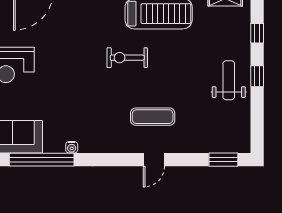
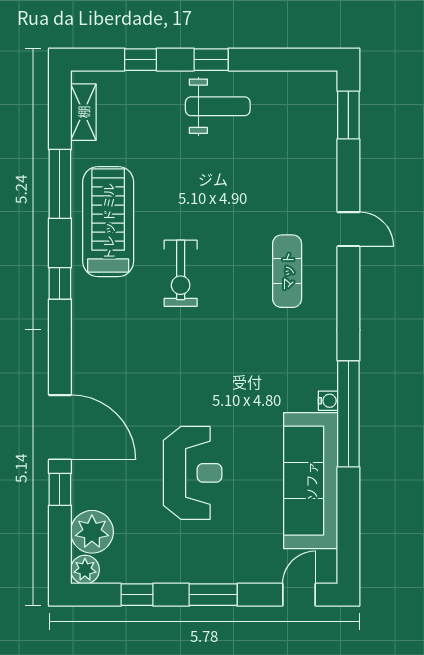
weight bench: (229, 80) -> (218, 106), turned 180
exercise mat: (153, 117) -> (287, 271), moved
water cooler: (72, 147) -> (328, 401), moved

